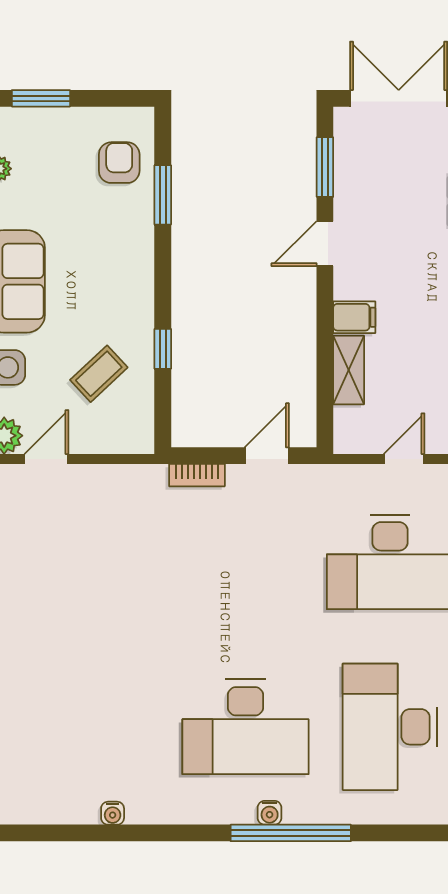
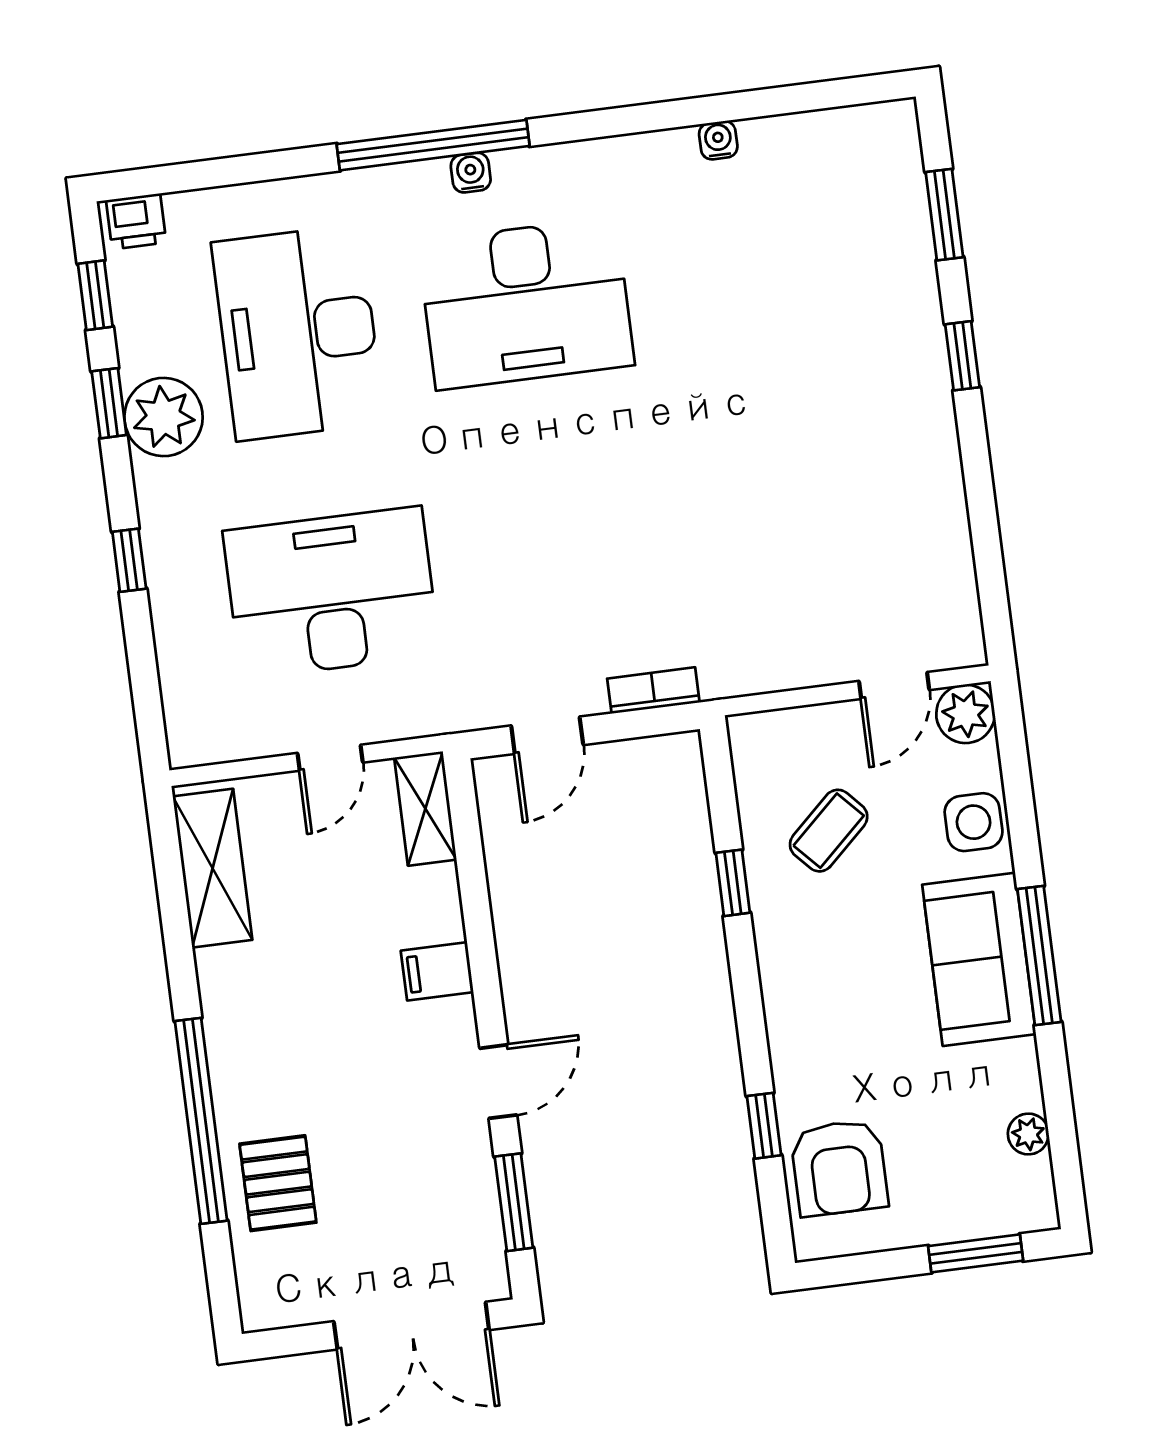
armchair: (119, 163) -> (839, 1168), width x1.38, depth x1.38
window: (163, 195) -> (764, 1126), width x0.67
shelving: (349, 370) -> (425, 809), moved
desk: (245, 727) -> (526, 303), turned 180
desk: (390, 727) -> (298, 333), turned 180

